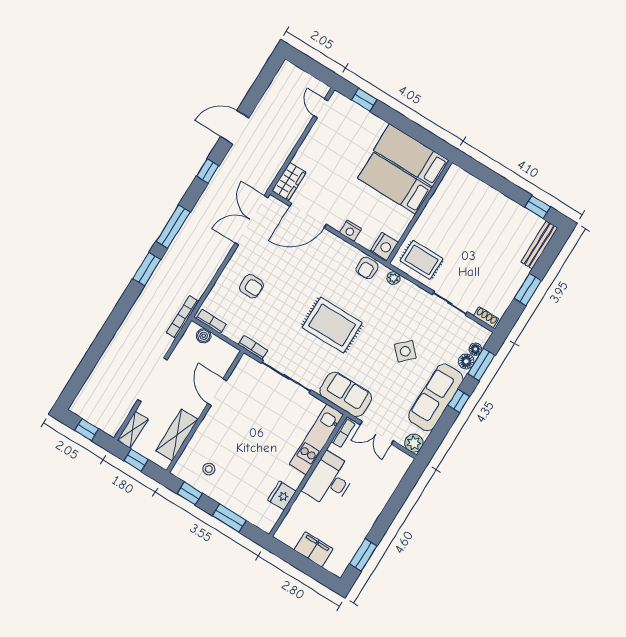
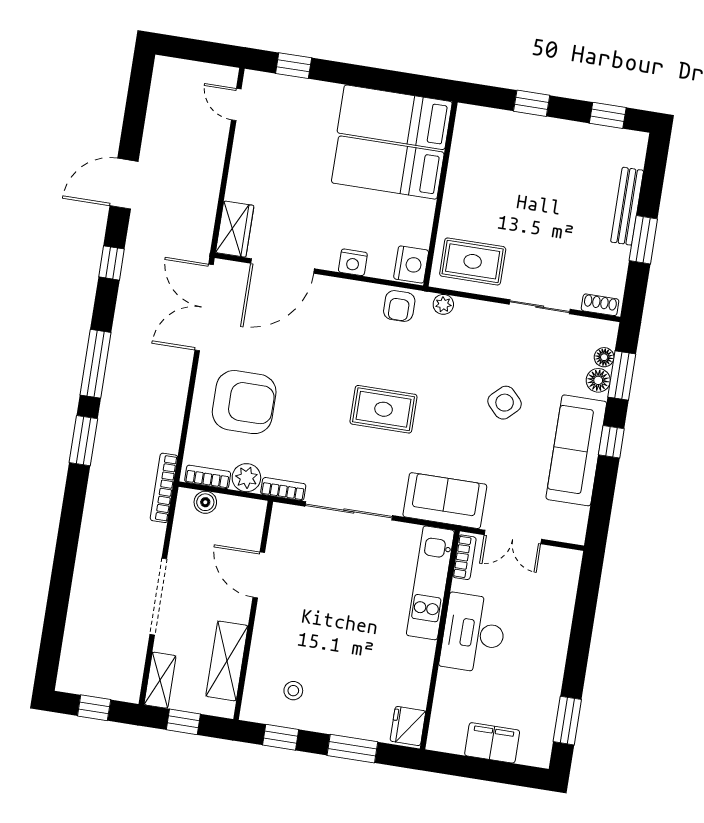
window: (496, 181) -> (532, 103), added
bench: (539, 245) -> (627, 206), moved
armchair: (251, 286) -> (244, 402), width x1.88, depth x1.88
rug: (332, 325) -> (384, 409), width x0.73, depth x0.70
plant: (414, 443) -> (246, 478), moved
fridge: (282, 496) -> (408, 726), moved

